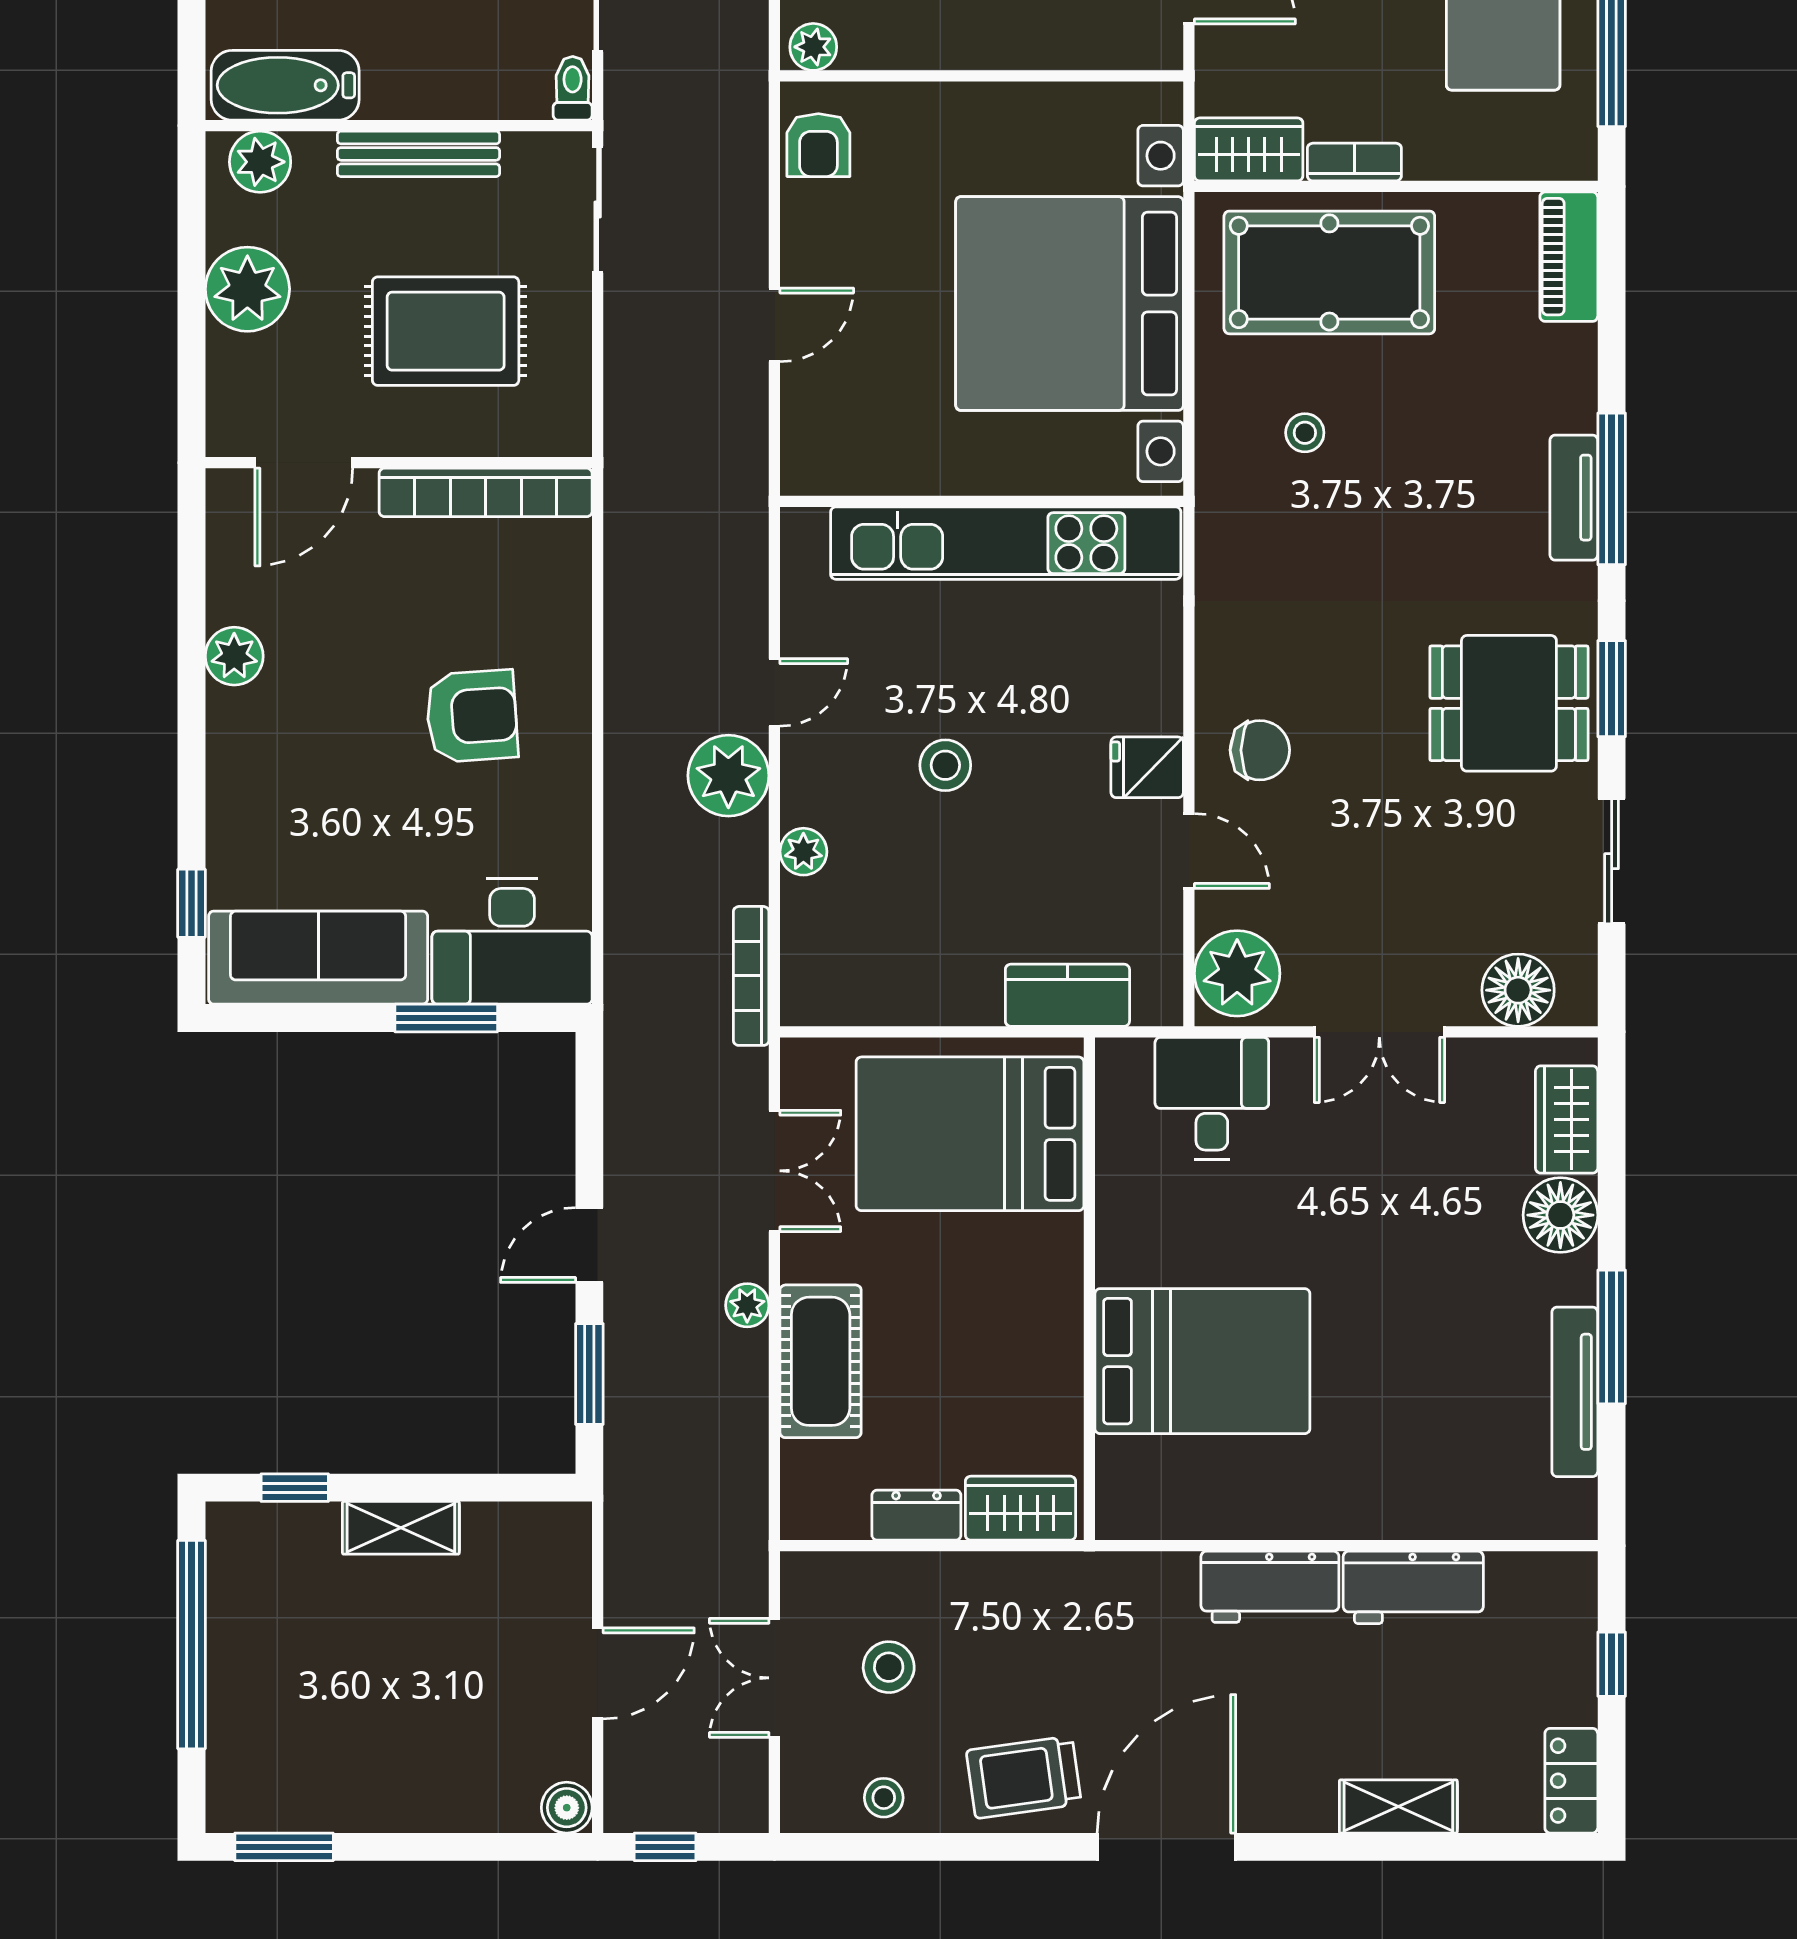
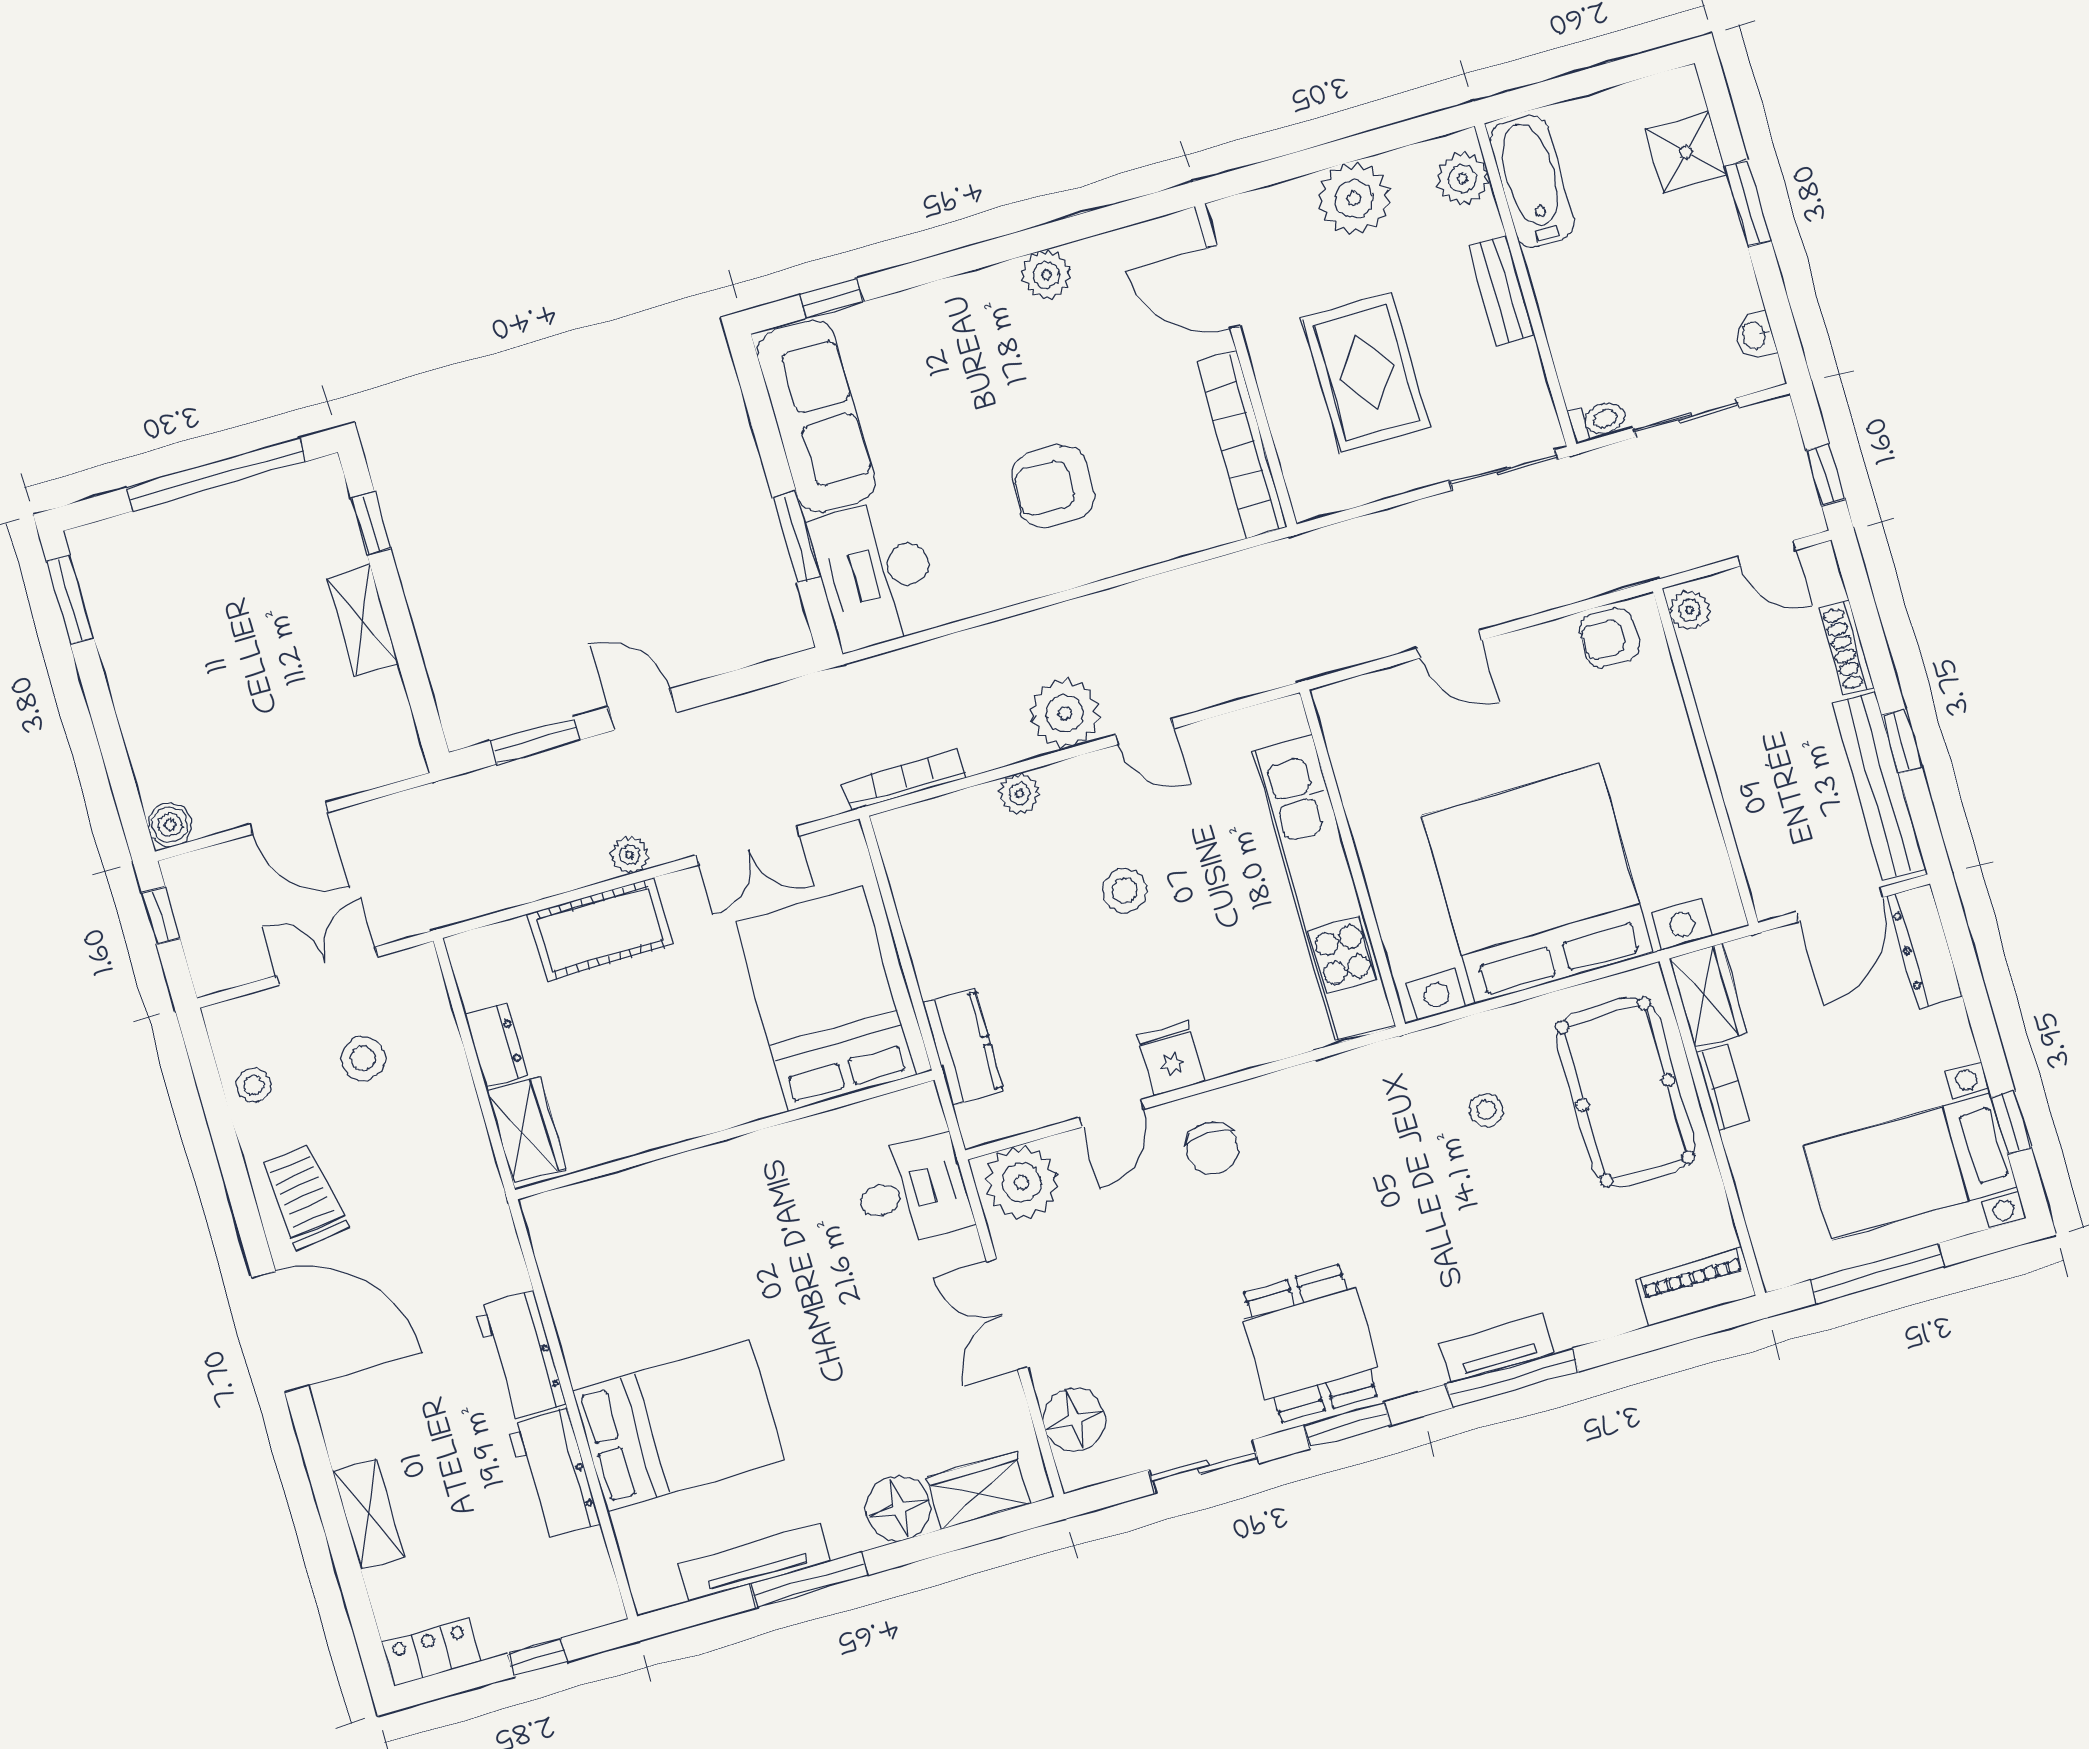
bench: (418, 154) -> (1502, 290), width x0.73
armchair: (472, 716) -> (1053, 486), turned 96
bed: (1202, 1361) -> (679, 1425), moved, turned -90

